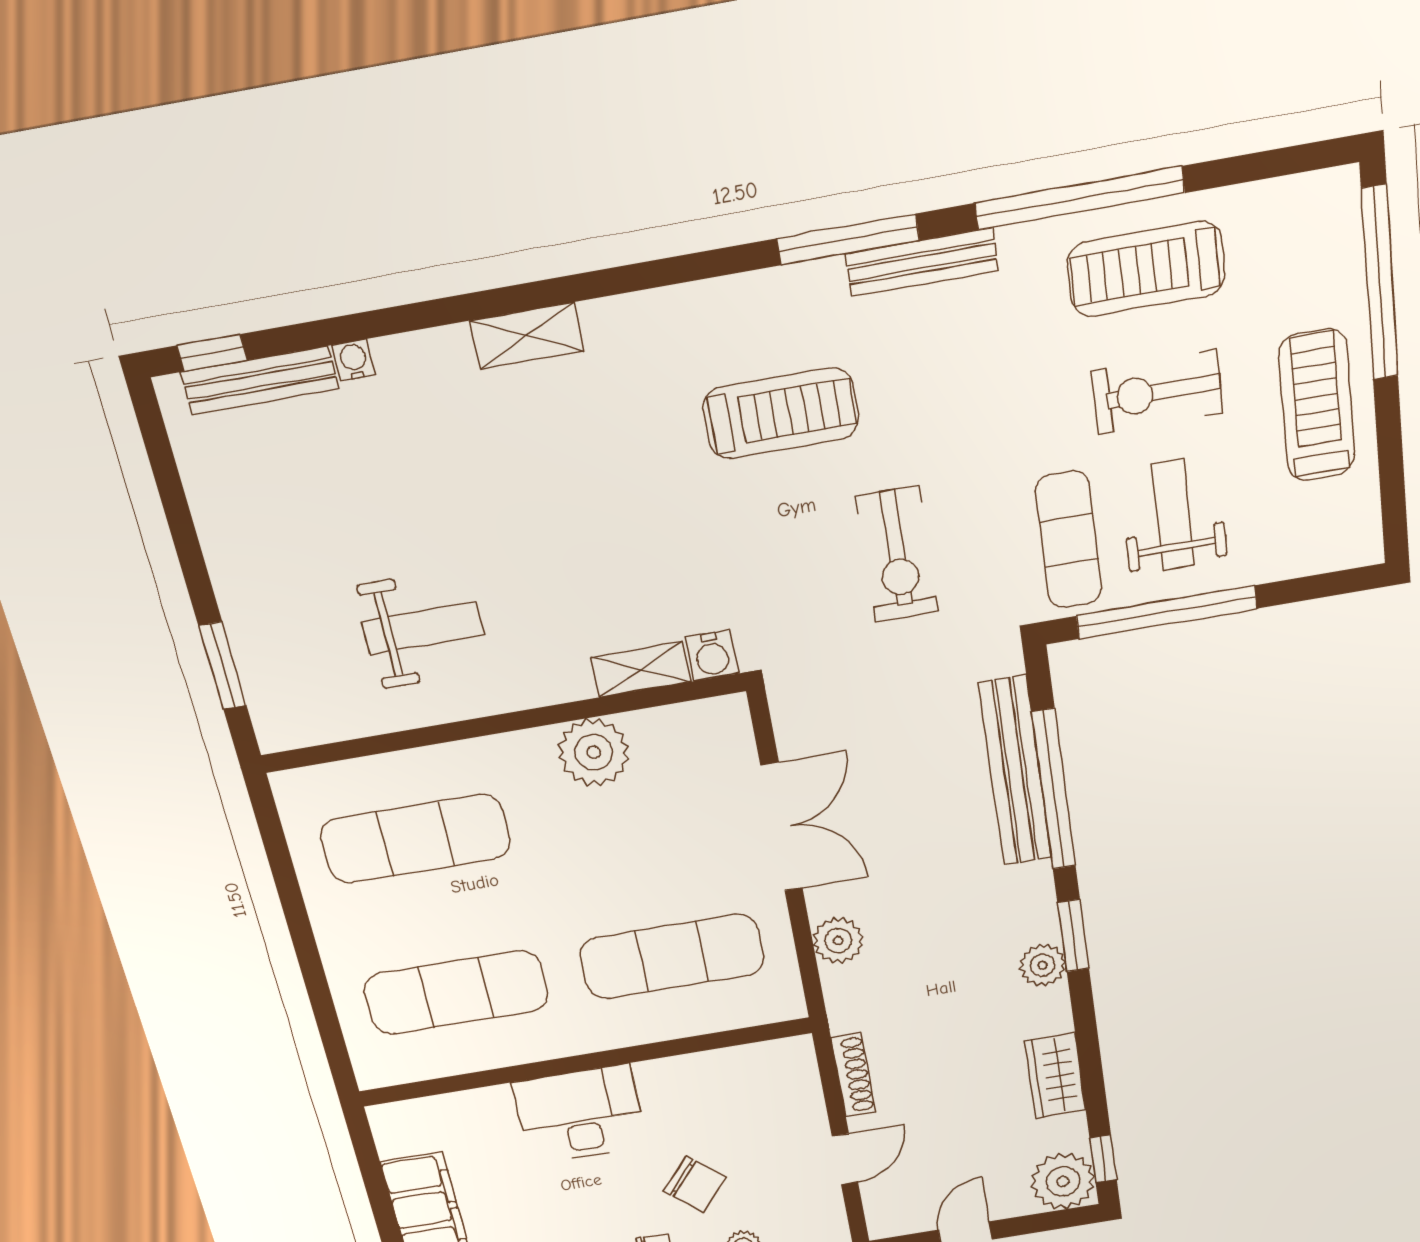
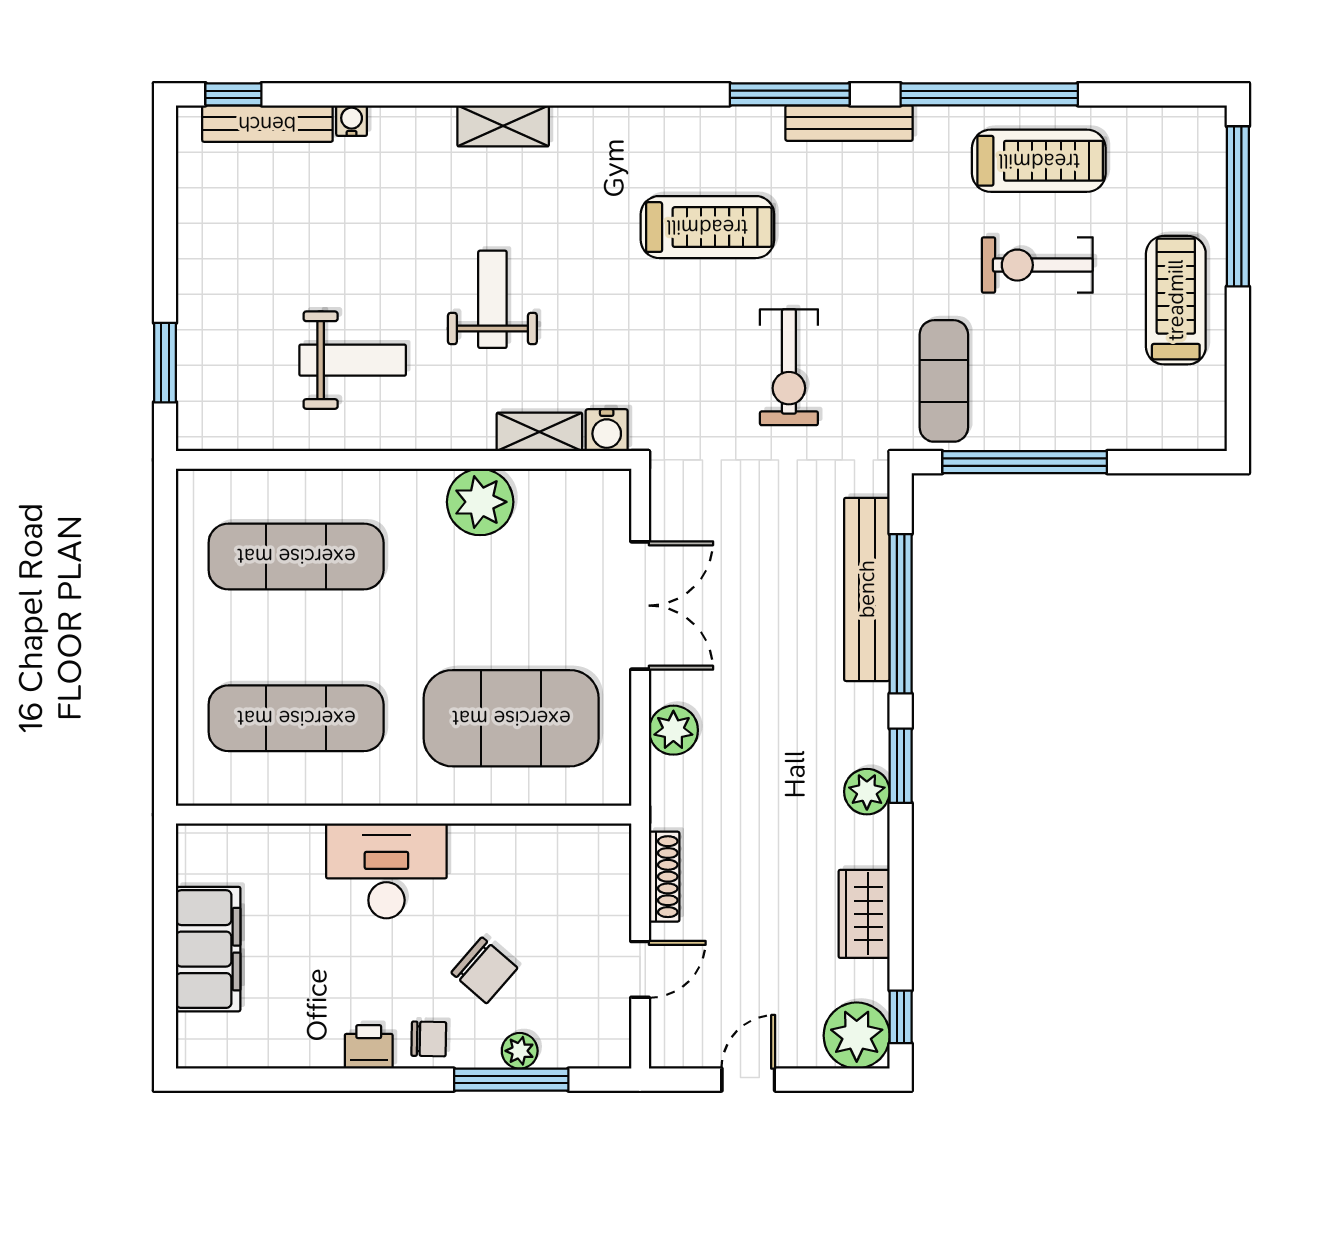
treadmill: (1146, 269) -> (1039, 161), turned 180
weight bench: (1173, 515) -> (492, 299), moved
exercise mat: (672, 957) -> (511, 718), width x1.47

